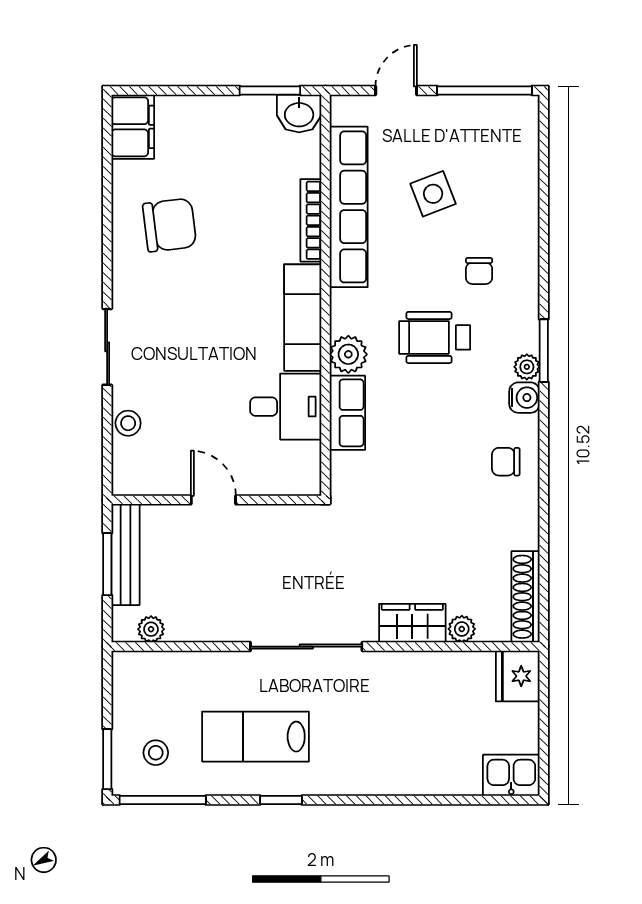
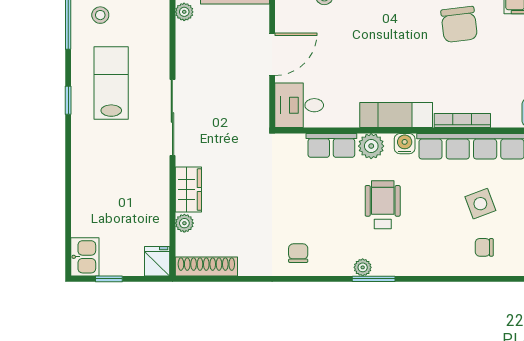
chair: (479, 271) -> (484, 247), moved
water cooler: (524, 398) -> (405, 144), moved, turned 180
desk: (286, 407) -> (299, 105), moved, turned 90
door: (213, 500) -> (272, 54), width x1.38
fridge: (518, 676) -> (157, 261), width x0.72
window: (544, 740) -> (109, 279), added

